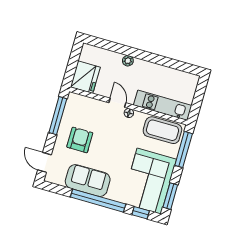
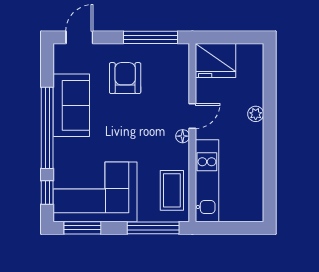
coffee table: (162, 130) -> (172, 190), width x0.73, depth x0.76
armchair: (80, 140) -> (125, 78), turned -90

